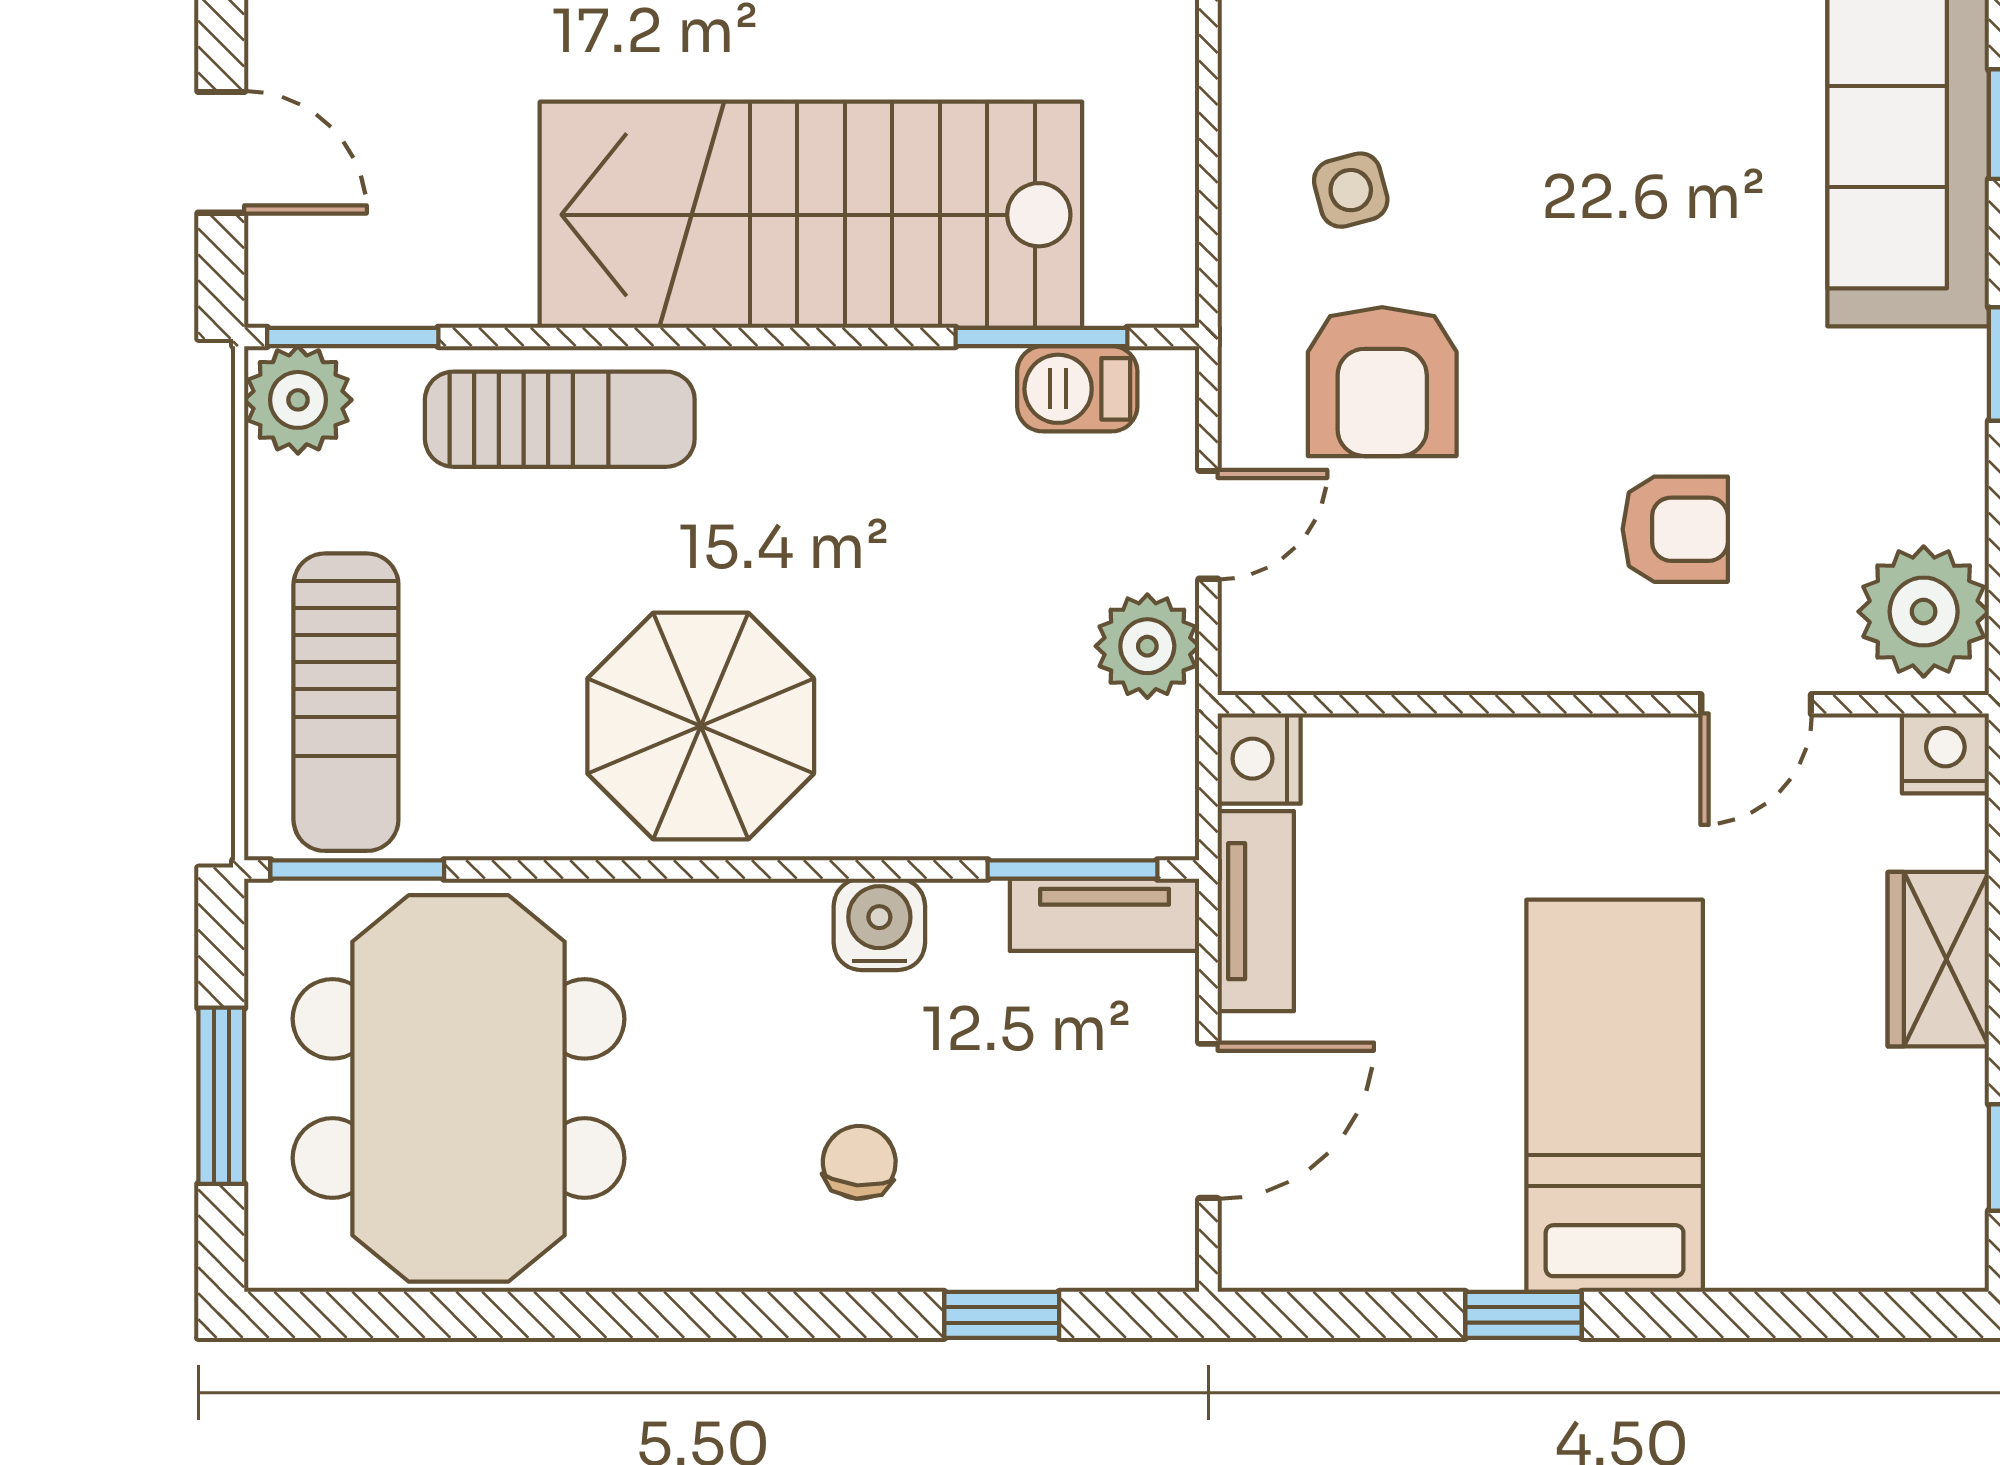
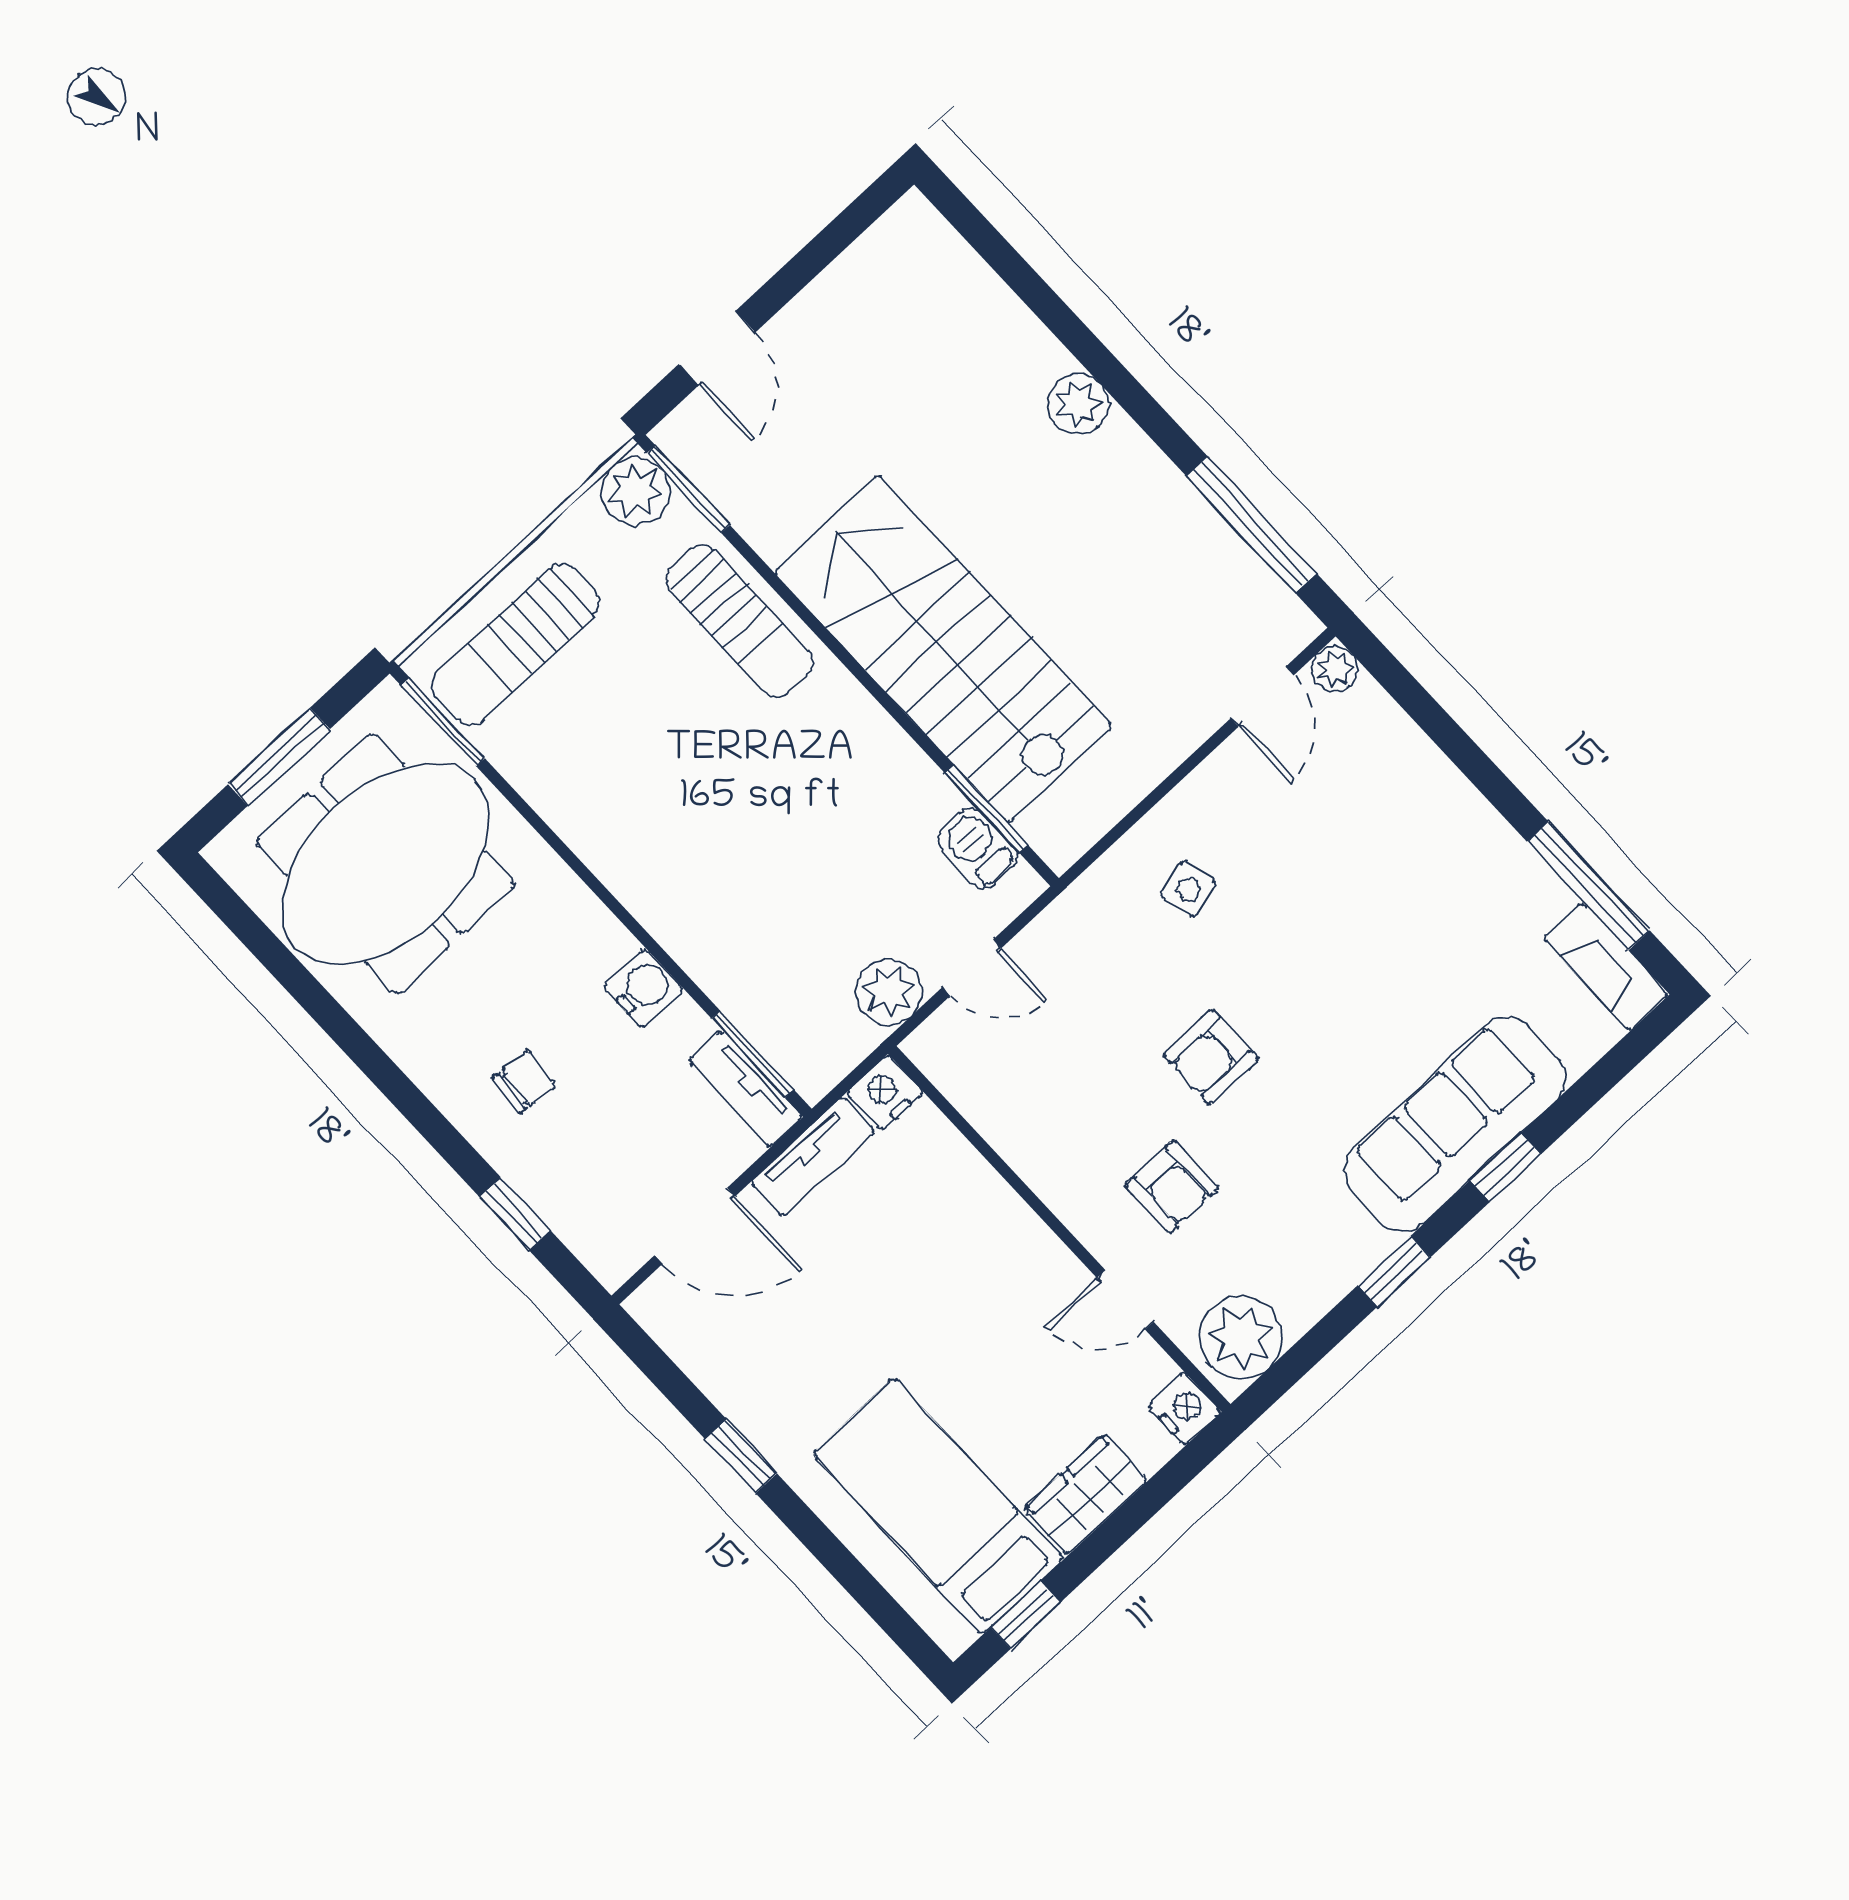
armchair: (1382, 382) -> (1211, 1057), moved, width x0.72, depth x0.72
parasol: (701, 726) -> (658, 819), removed
bed: (1615, 1096) -> (938, 1506), moved, turned -90

